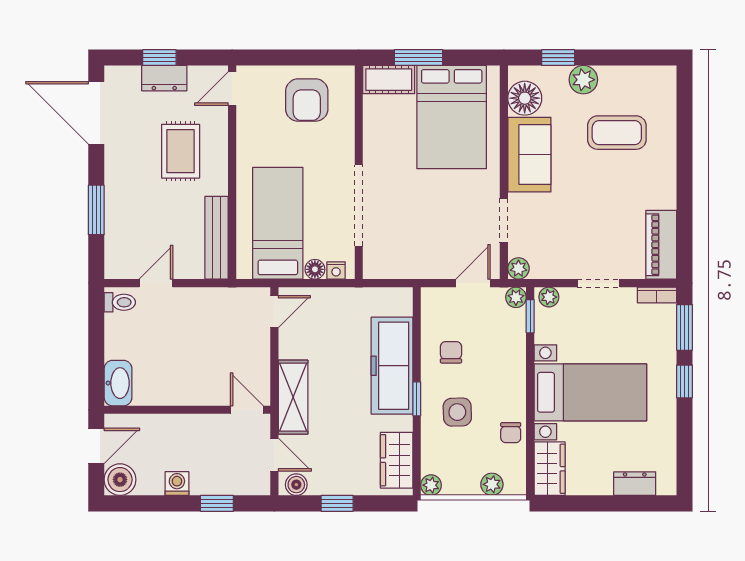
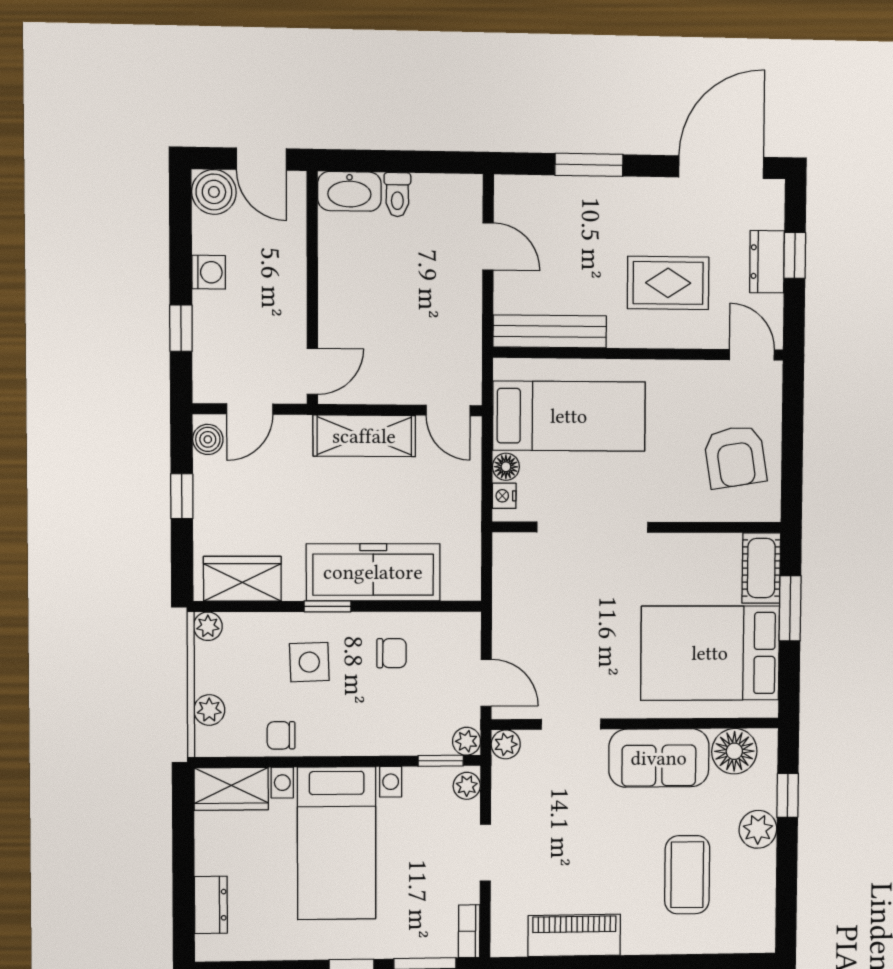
armchair: (307, 100) -> (735, 457), turned -99
piano: (661, 245) -> (574, 935), moved
toilet: (120, 302) -> (397, 195), moved
shelving: (293, 397) -> (364, 436), moved

